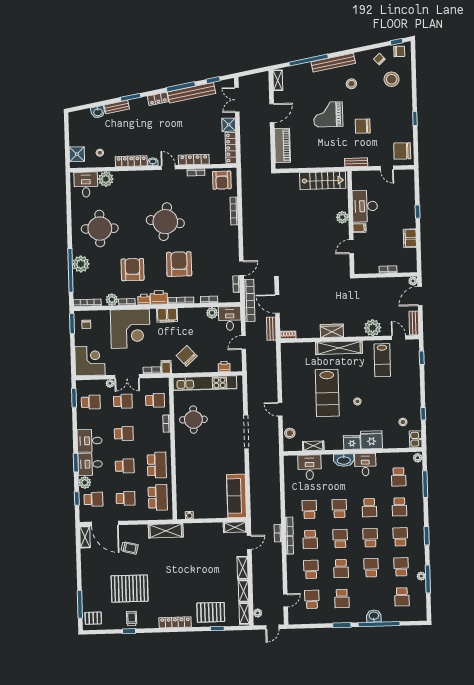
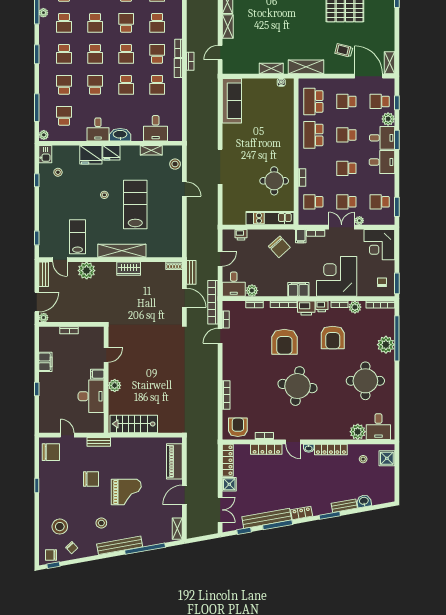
kitchen unit: (205, 383) -> (270, 218), width x0.73
shelving: (235, 527) -> (271, 69), moved

